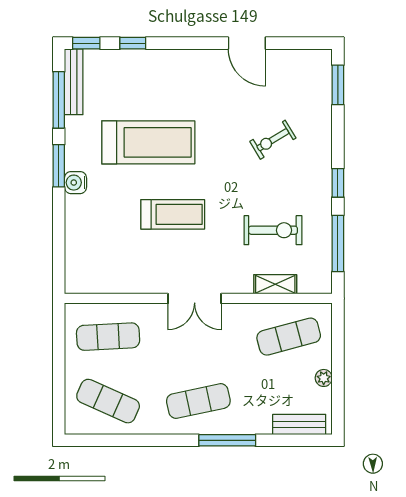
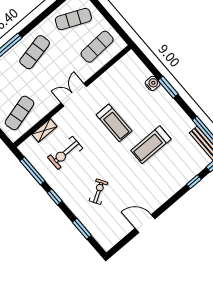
window: (338, 85) -> (82, 229), moved
treadmill: (148, 142) -> (151, 145), width x0.73, depth x0.73
window: (59, 166) -> (168, 87), moved
water cooler: (76, 183) -> (153, 83), moved
treadmill: (173, 214) -> (114, 123), turned -90

